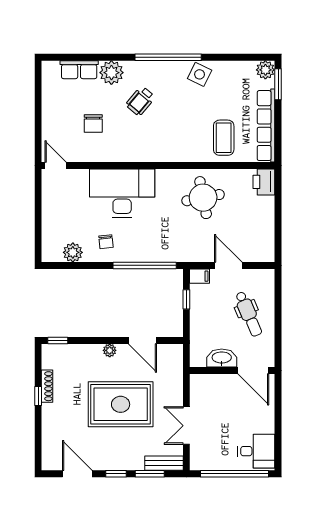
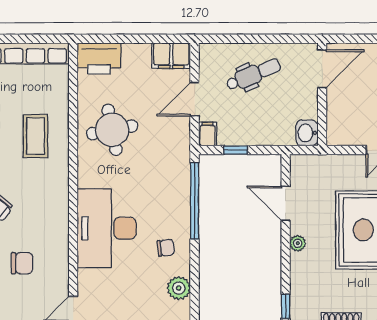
coffee table: (224, 138) -> (36, 136), moved, turned 90
printer: (264, 182) -> (99, 58), width x1.37, depth x1.19
filing cabinet: (264, 246) -> (171, 56), added
door: (143, 340) -> (286, 203), swing flipped
washbasin: (222, 358) -> (307, 133), moved, width x0.72

